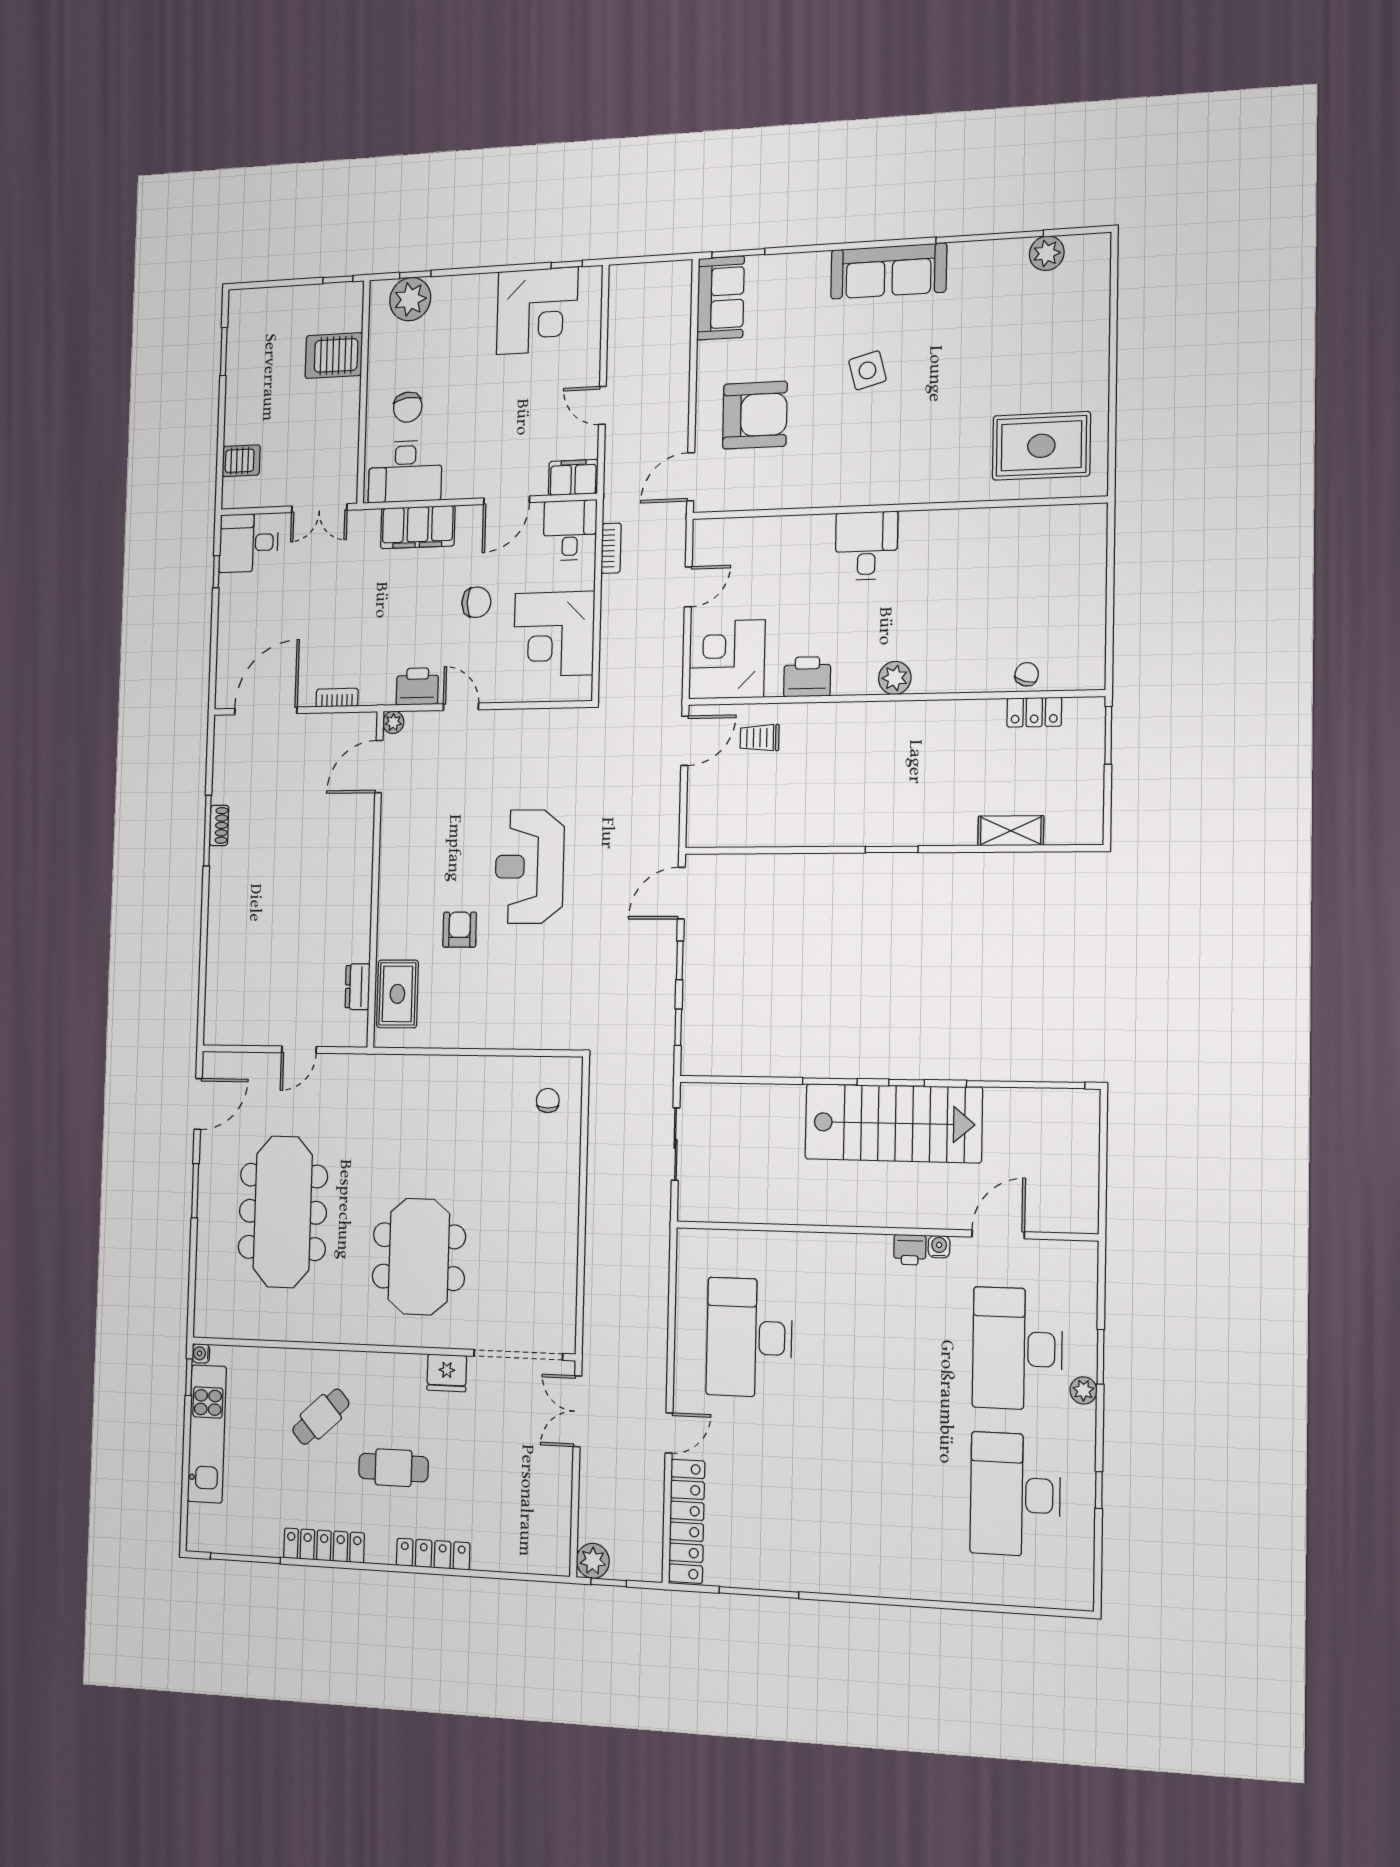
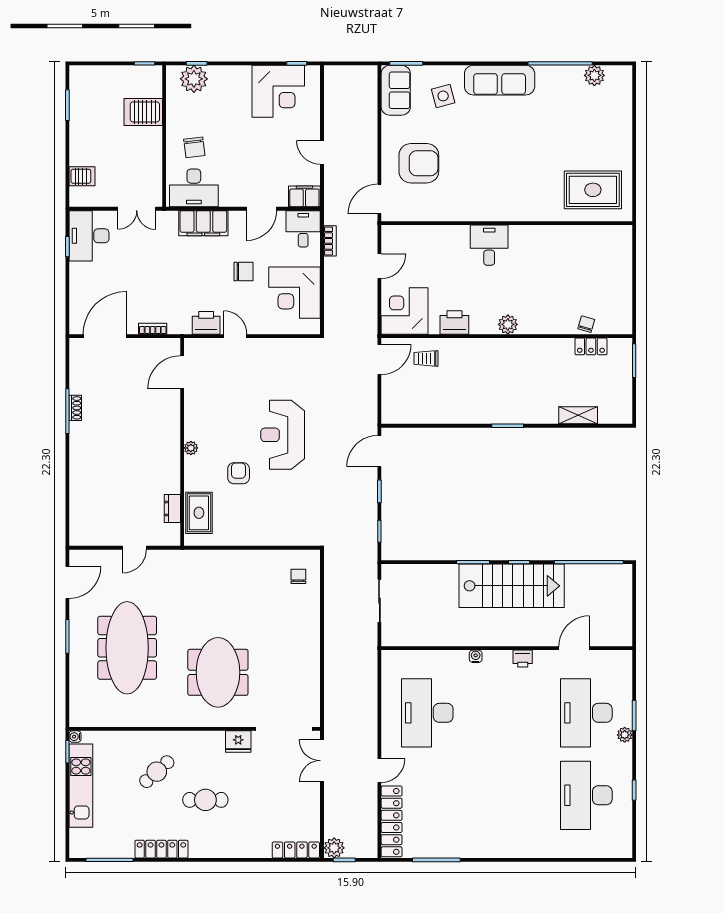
side table: (867, 370) -> (443, 96), moved
desk: (249, 543) -> (89, 236), width x1.37
plant: (393, 722) -> (191, 448), moved
water cooler: (939, 1247) -> (476, 656), moved
locker: (433, 1554) -> (296, 850), moved

